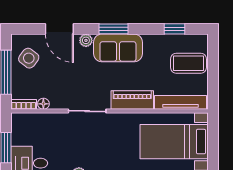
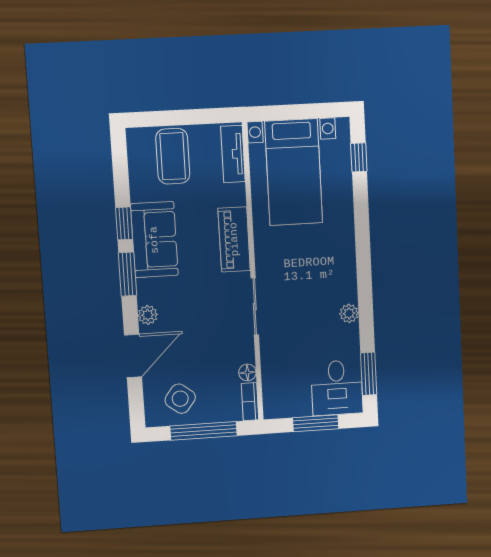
window: (175, 29) -> (124, 223), moved
sofa: (118, 48) -> (154, 240), moved
tv unit: (180, 102) -> (233, 154), width x0.71

